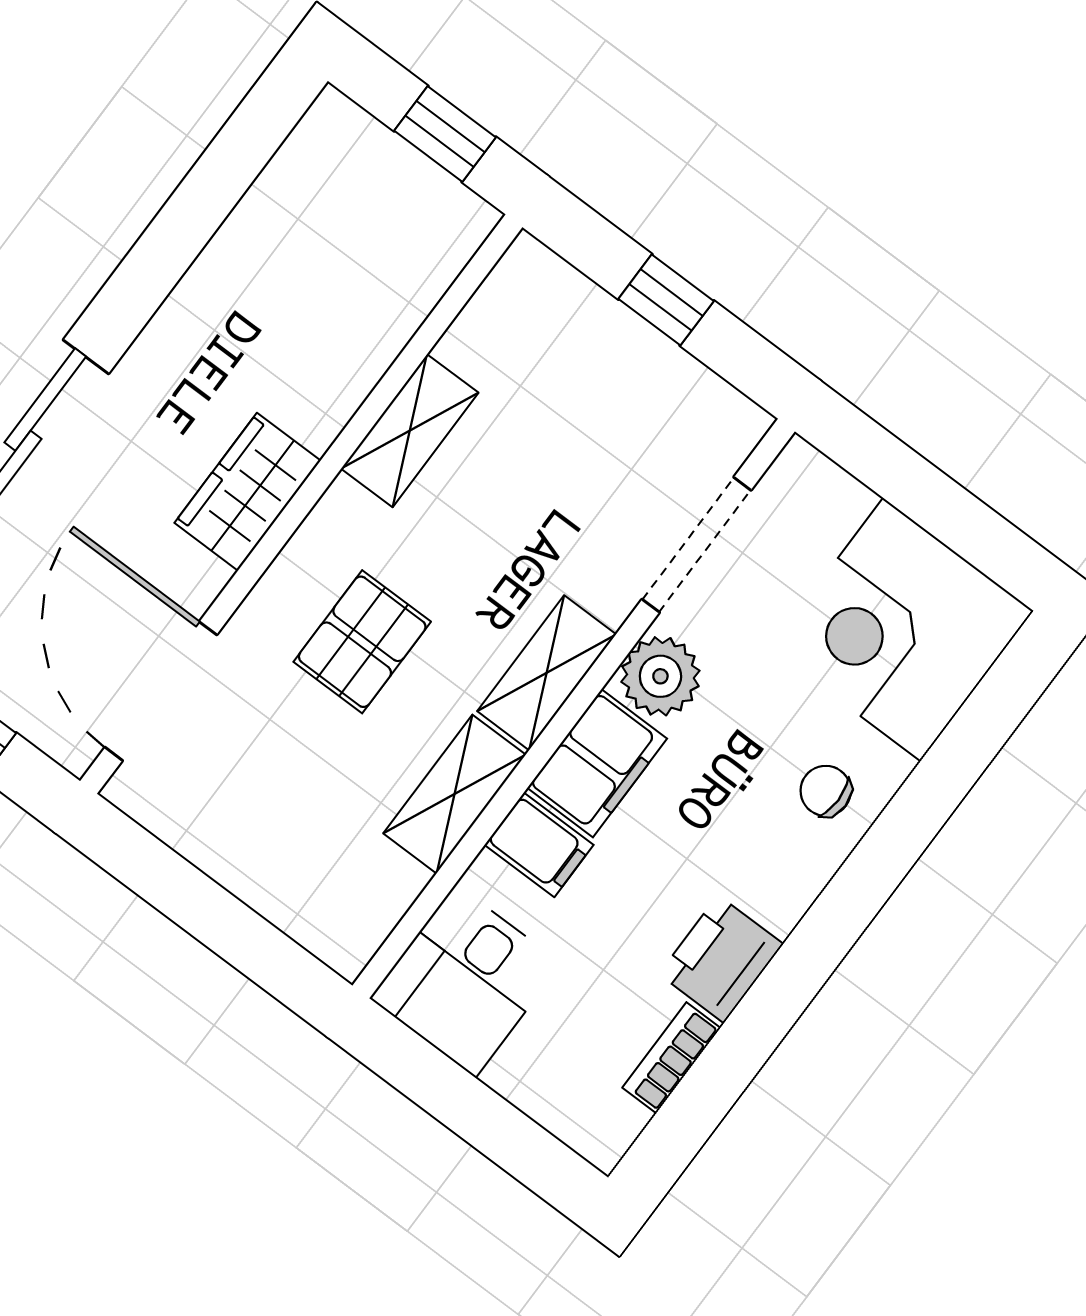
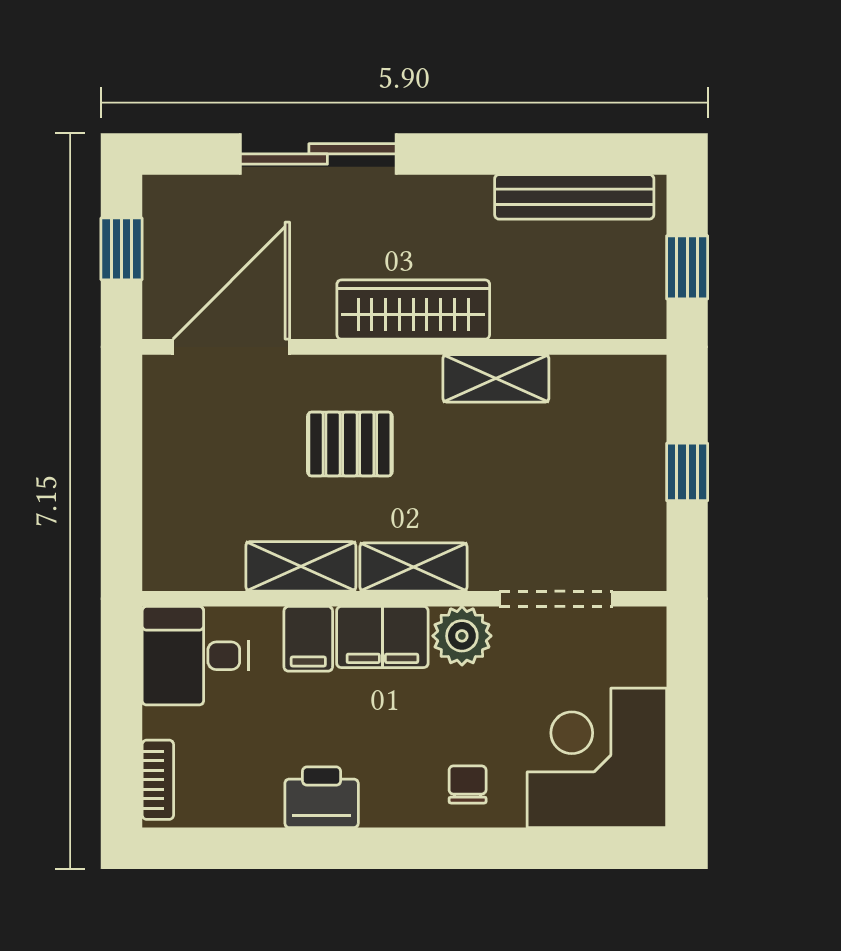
bench: (277, 199) -> (574, 197), added
wardrobe: (248, 492) -> (413, 310), width x1.50
bookcase: (671, 1058) -> (158, 780), moved, turned 90

